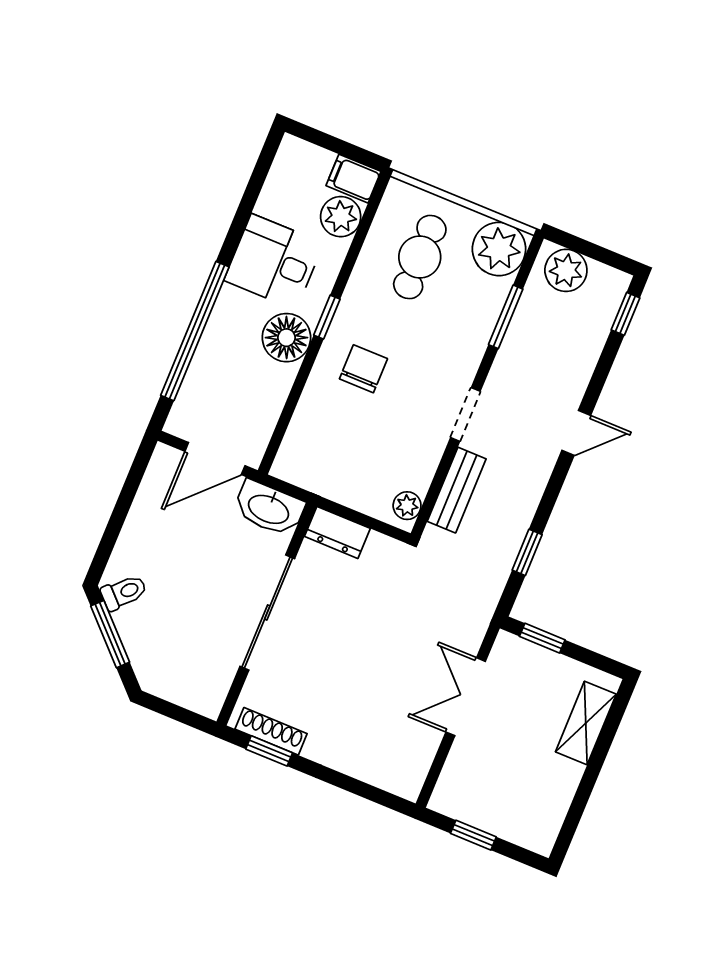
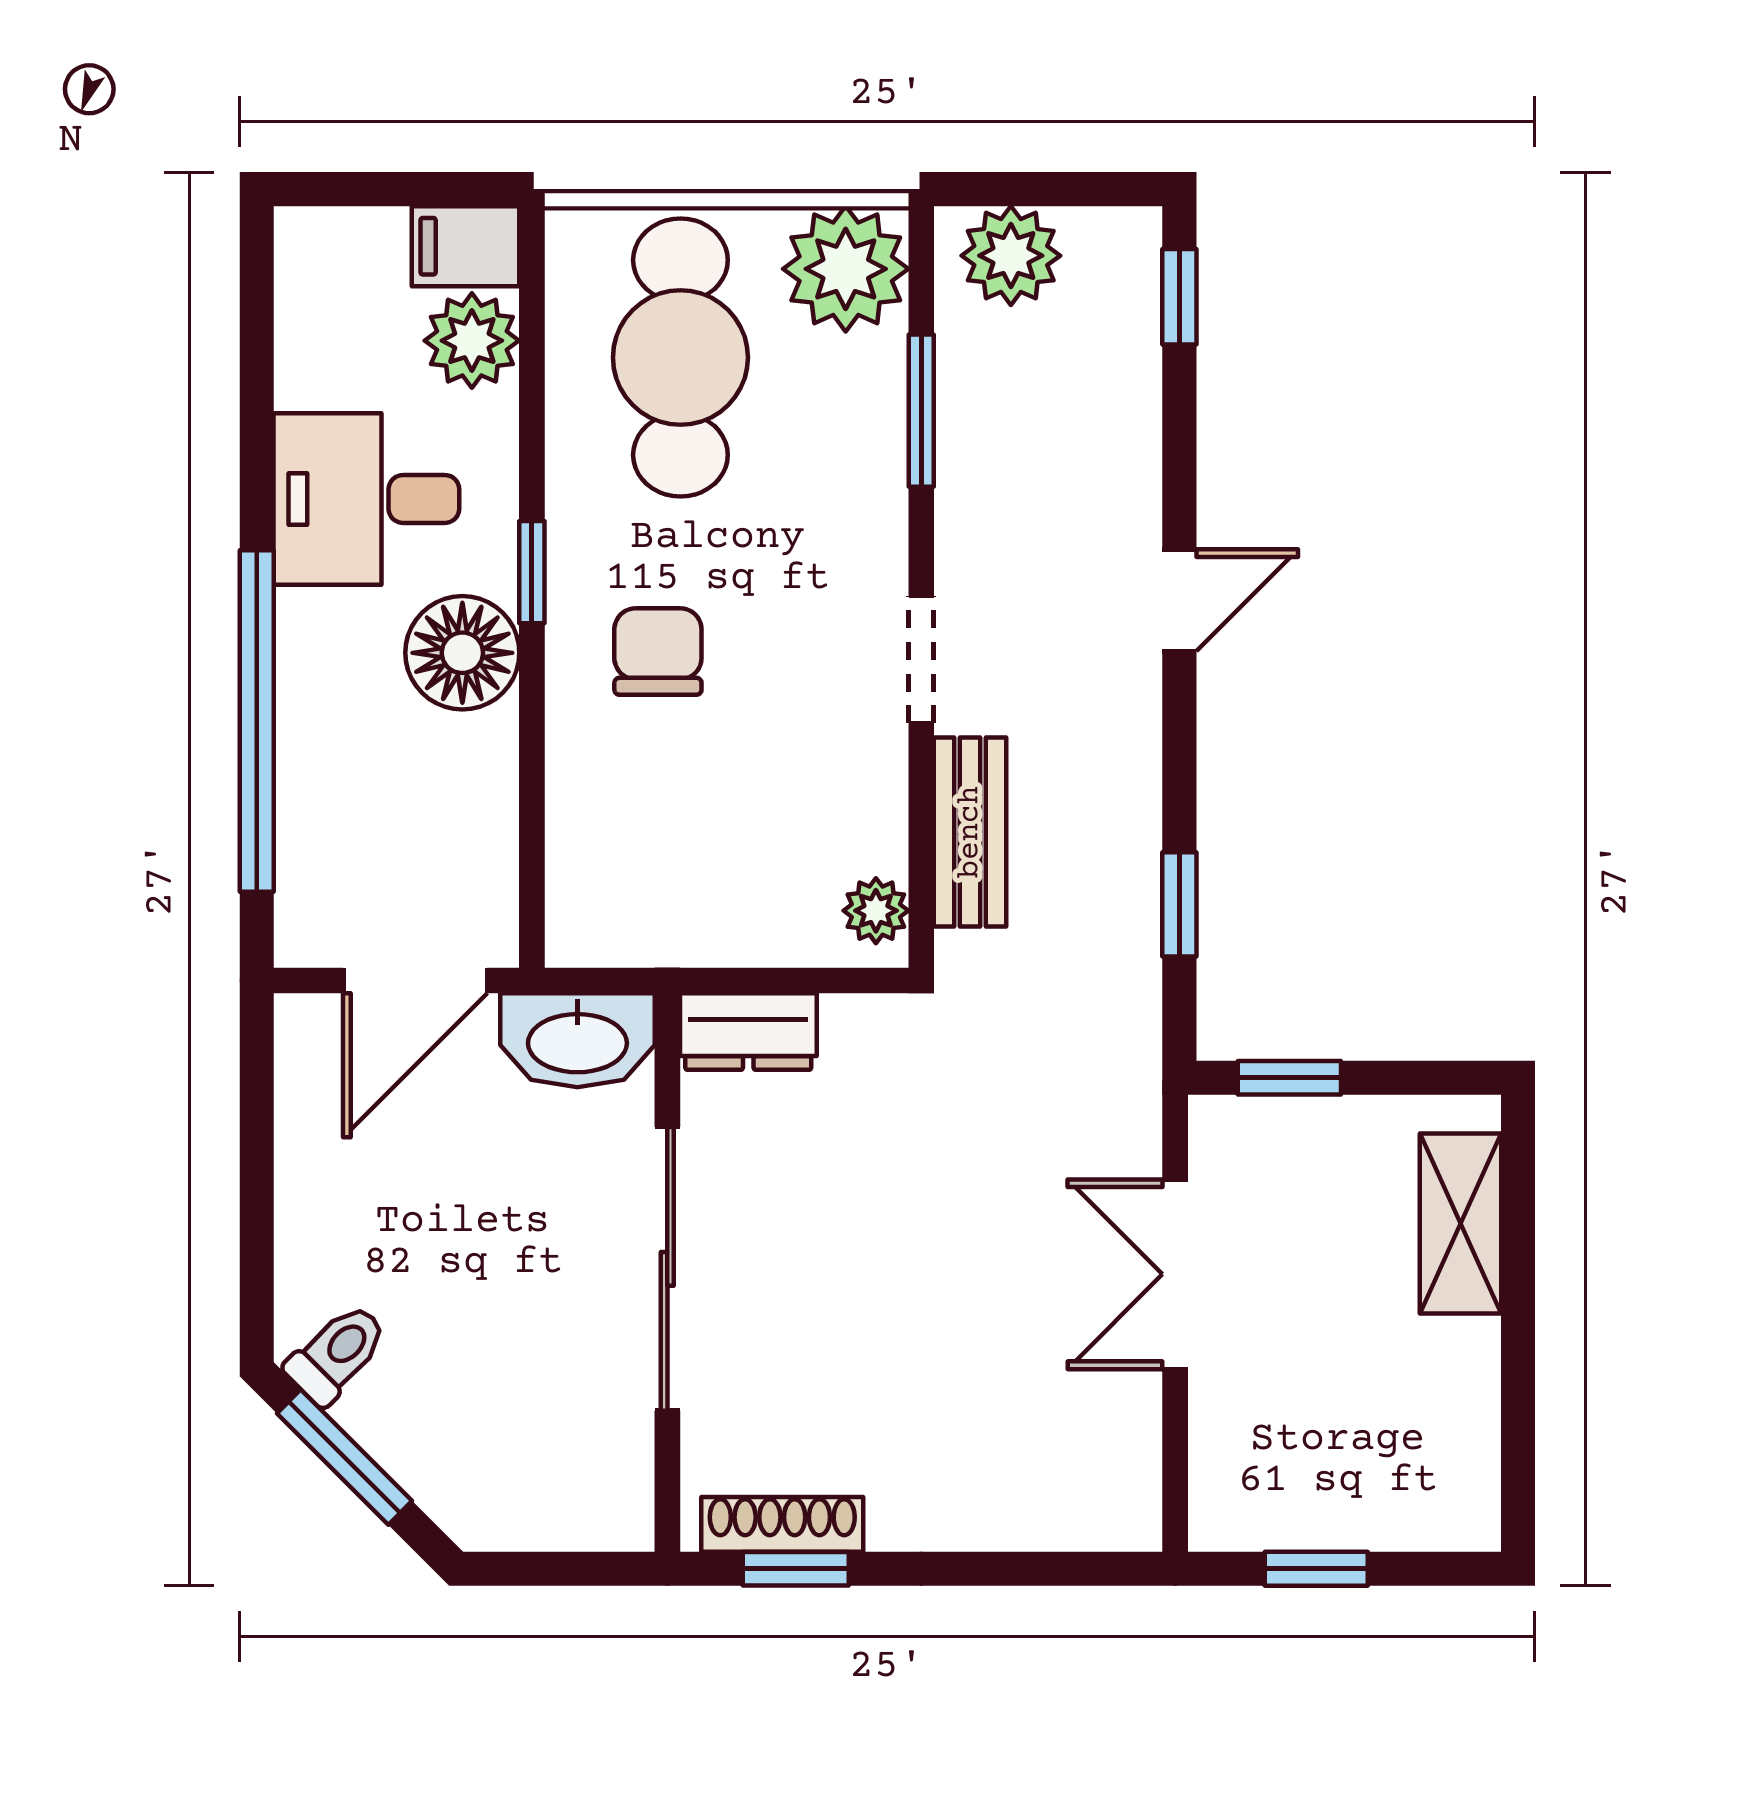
cafe table: (420, 257) -> (680, 358), width x1.37, depth x1.35

